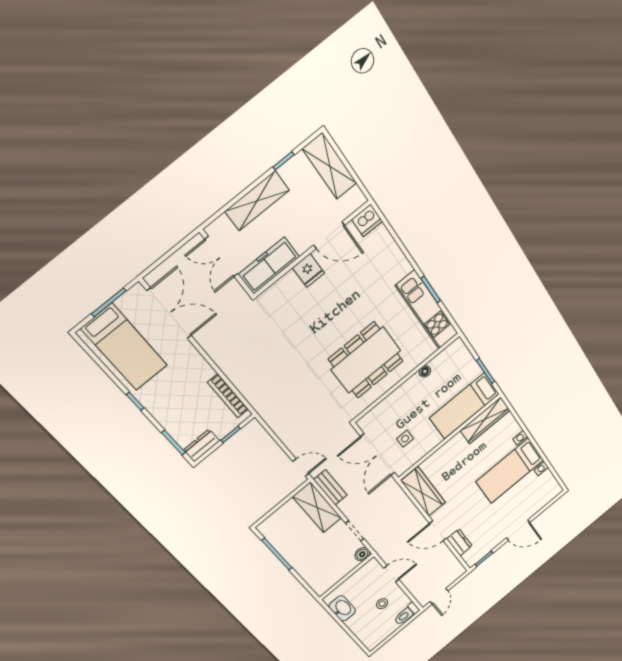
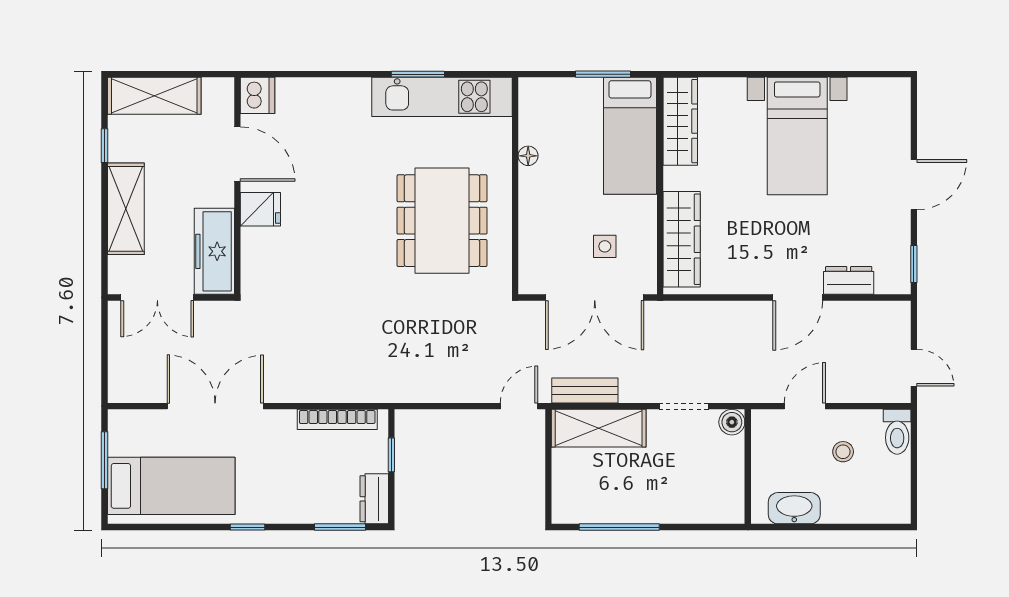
door: (329, 235) -> (237, 154), hinge flipped
double door: (169, 313) -> (215, 406), moved
wardrobe: (423, 492) -> (682, 239), moved, turned 90

